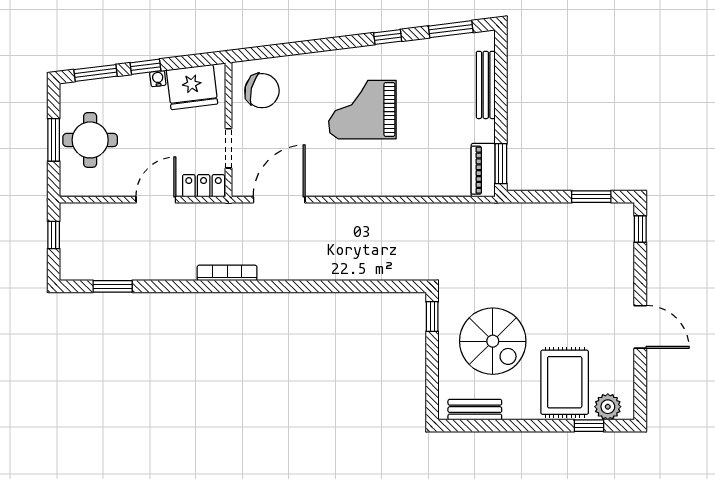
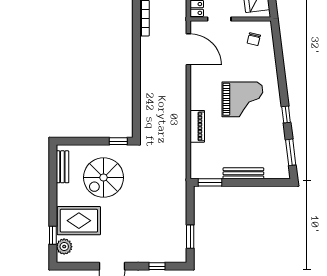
bench: (486, 85) -> (243, 173), moved
chair: (262, 91) -> (254, 39), width x0.54, depth x0.54
grand piano: (362, 110) -> (242, 99), turned 90
piano: (483, 170) -> (197, 126), moved, turned 90
window: (640, 229) -> (157, 266), moved

